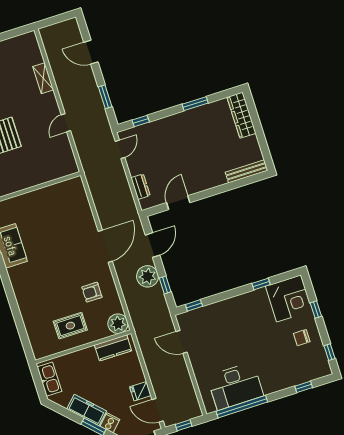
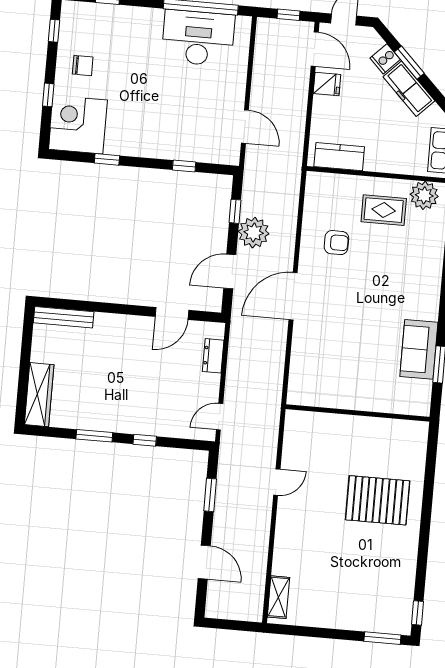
shelving: (43, 78) -> (278, 597), moved
window: (141, 121) -> (145, 440), moved
window: (194, 305) -> (184, 166), moved
plant: (118, 324) -> (424, 195), moved

